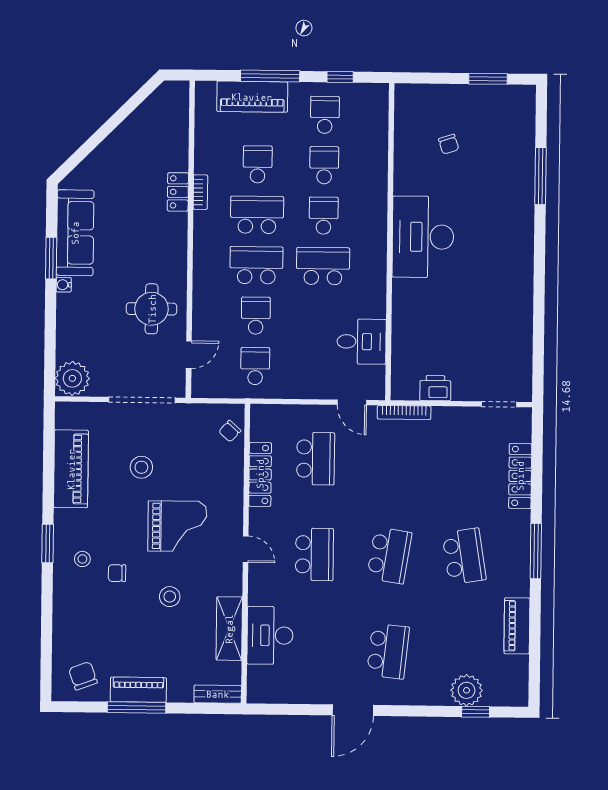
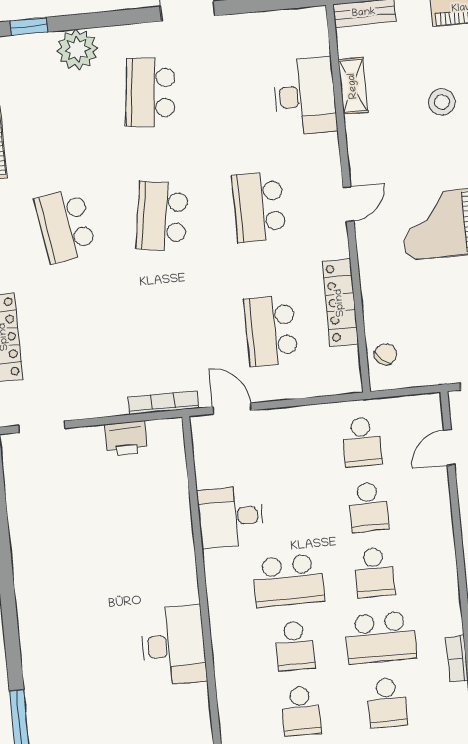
desk: (423, 237) -> (174, 645), width x0.73, depth x0.77
school desk: (256, 265) -> (374, 572), width x0.54
desk: (362, 342) -> (231, 517), moved
door: (246, 549) -> (349, 204), swing flipped
stool: (170, 597) -> (442, 102), moved
shelving: (229, 629) -> (353, 86), width x0.67, depth x0.75
plant: (467, 690) -> (77, 50), moved

